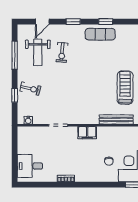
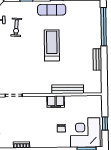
treadmill: (125, 88) -> (52, 45), moved
filing cabinet: (87, 133) -> (56, 102), moved

